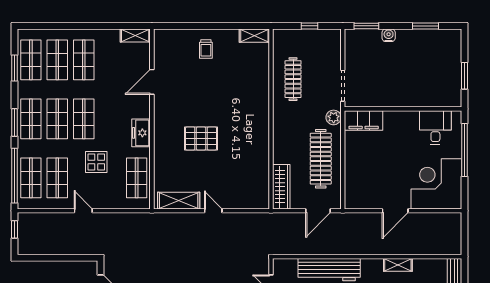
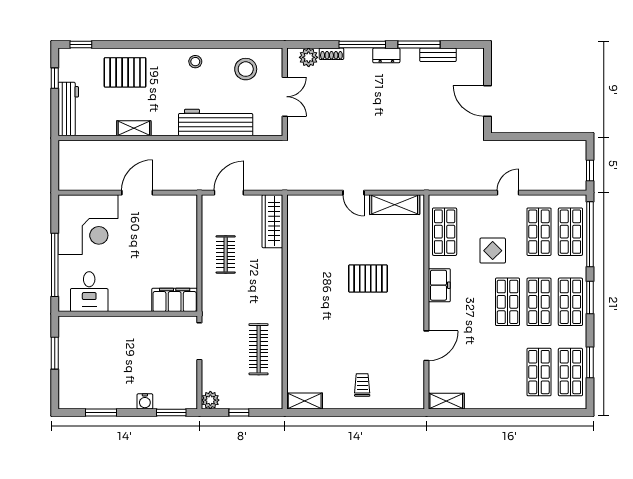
shop shelf: (84, 60) -> (507, 372), removed
plant: (334, 117) -> (210, 400), moved
clothes rail: (321, 159) -> (226, 254), width x0.54, depth x0.76
door: (83, 211) -> (508, 193), swing flipped

